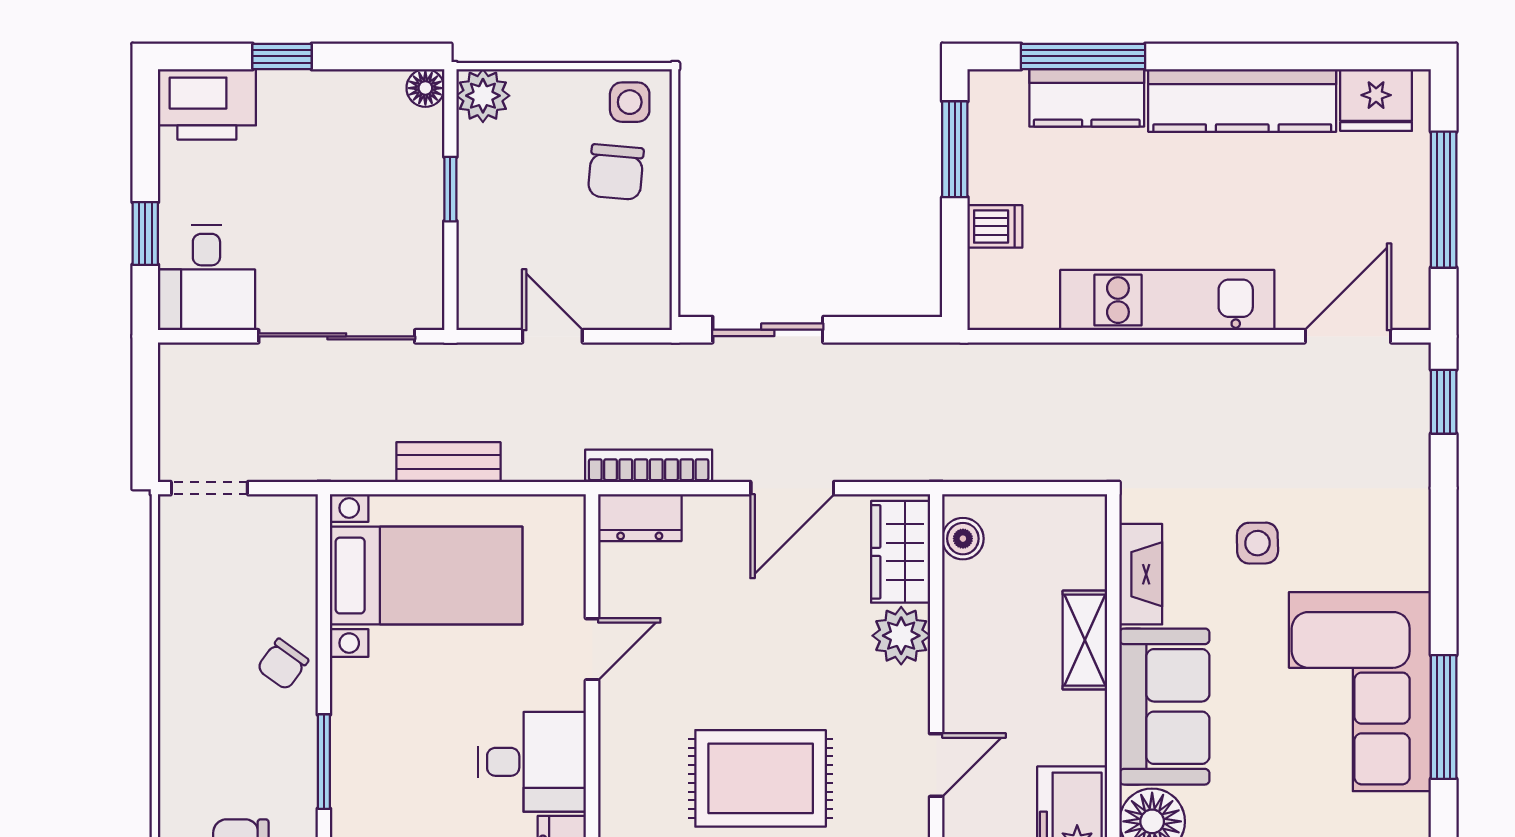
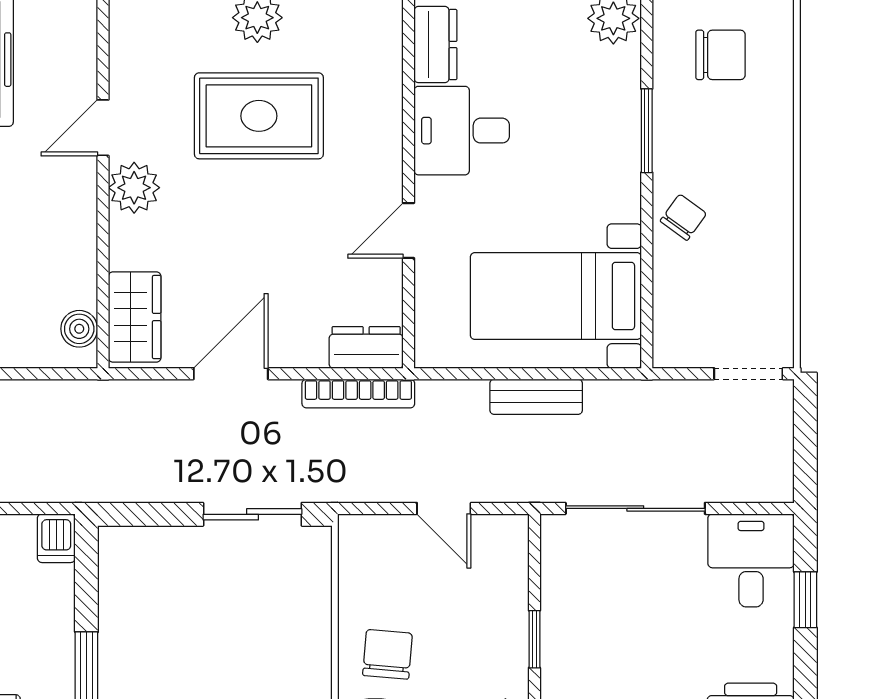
dishwasher: (995, 226) -> (56, 538), moved, turned -90
plant: (901, 636) -> (134, 188), moved

